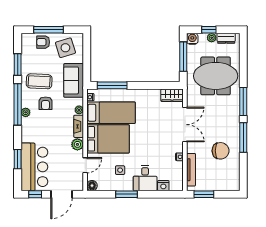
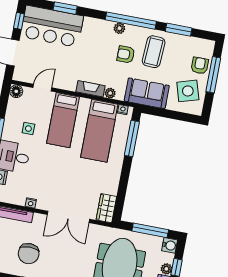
bed: (108, 139) -> (63, 120), width x0.67
plant: (77, 144) -> (69, 83), removed
door: (85, 165) -> (42, 88), swing flipped

